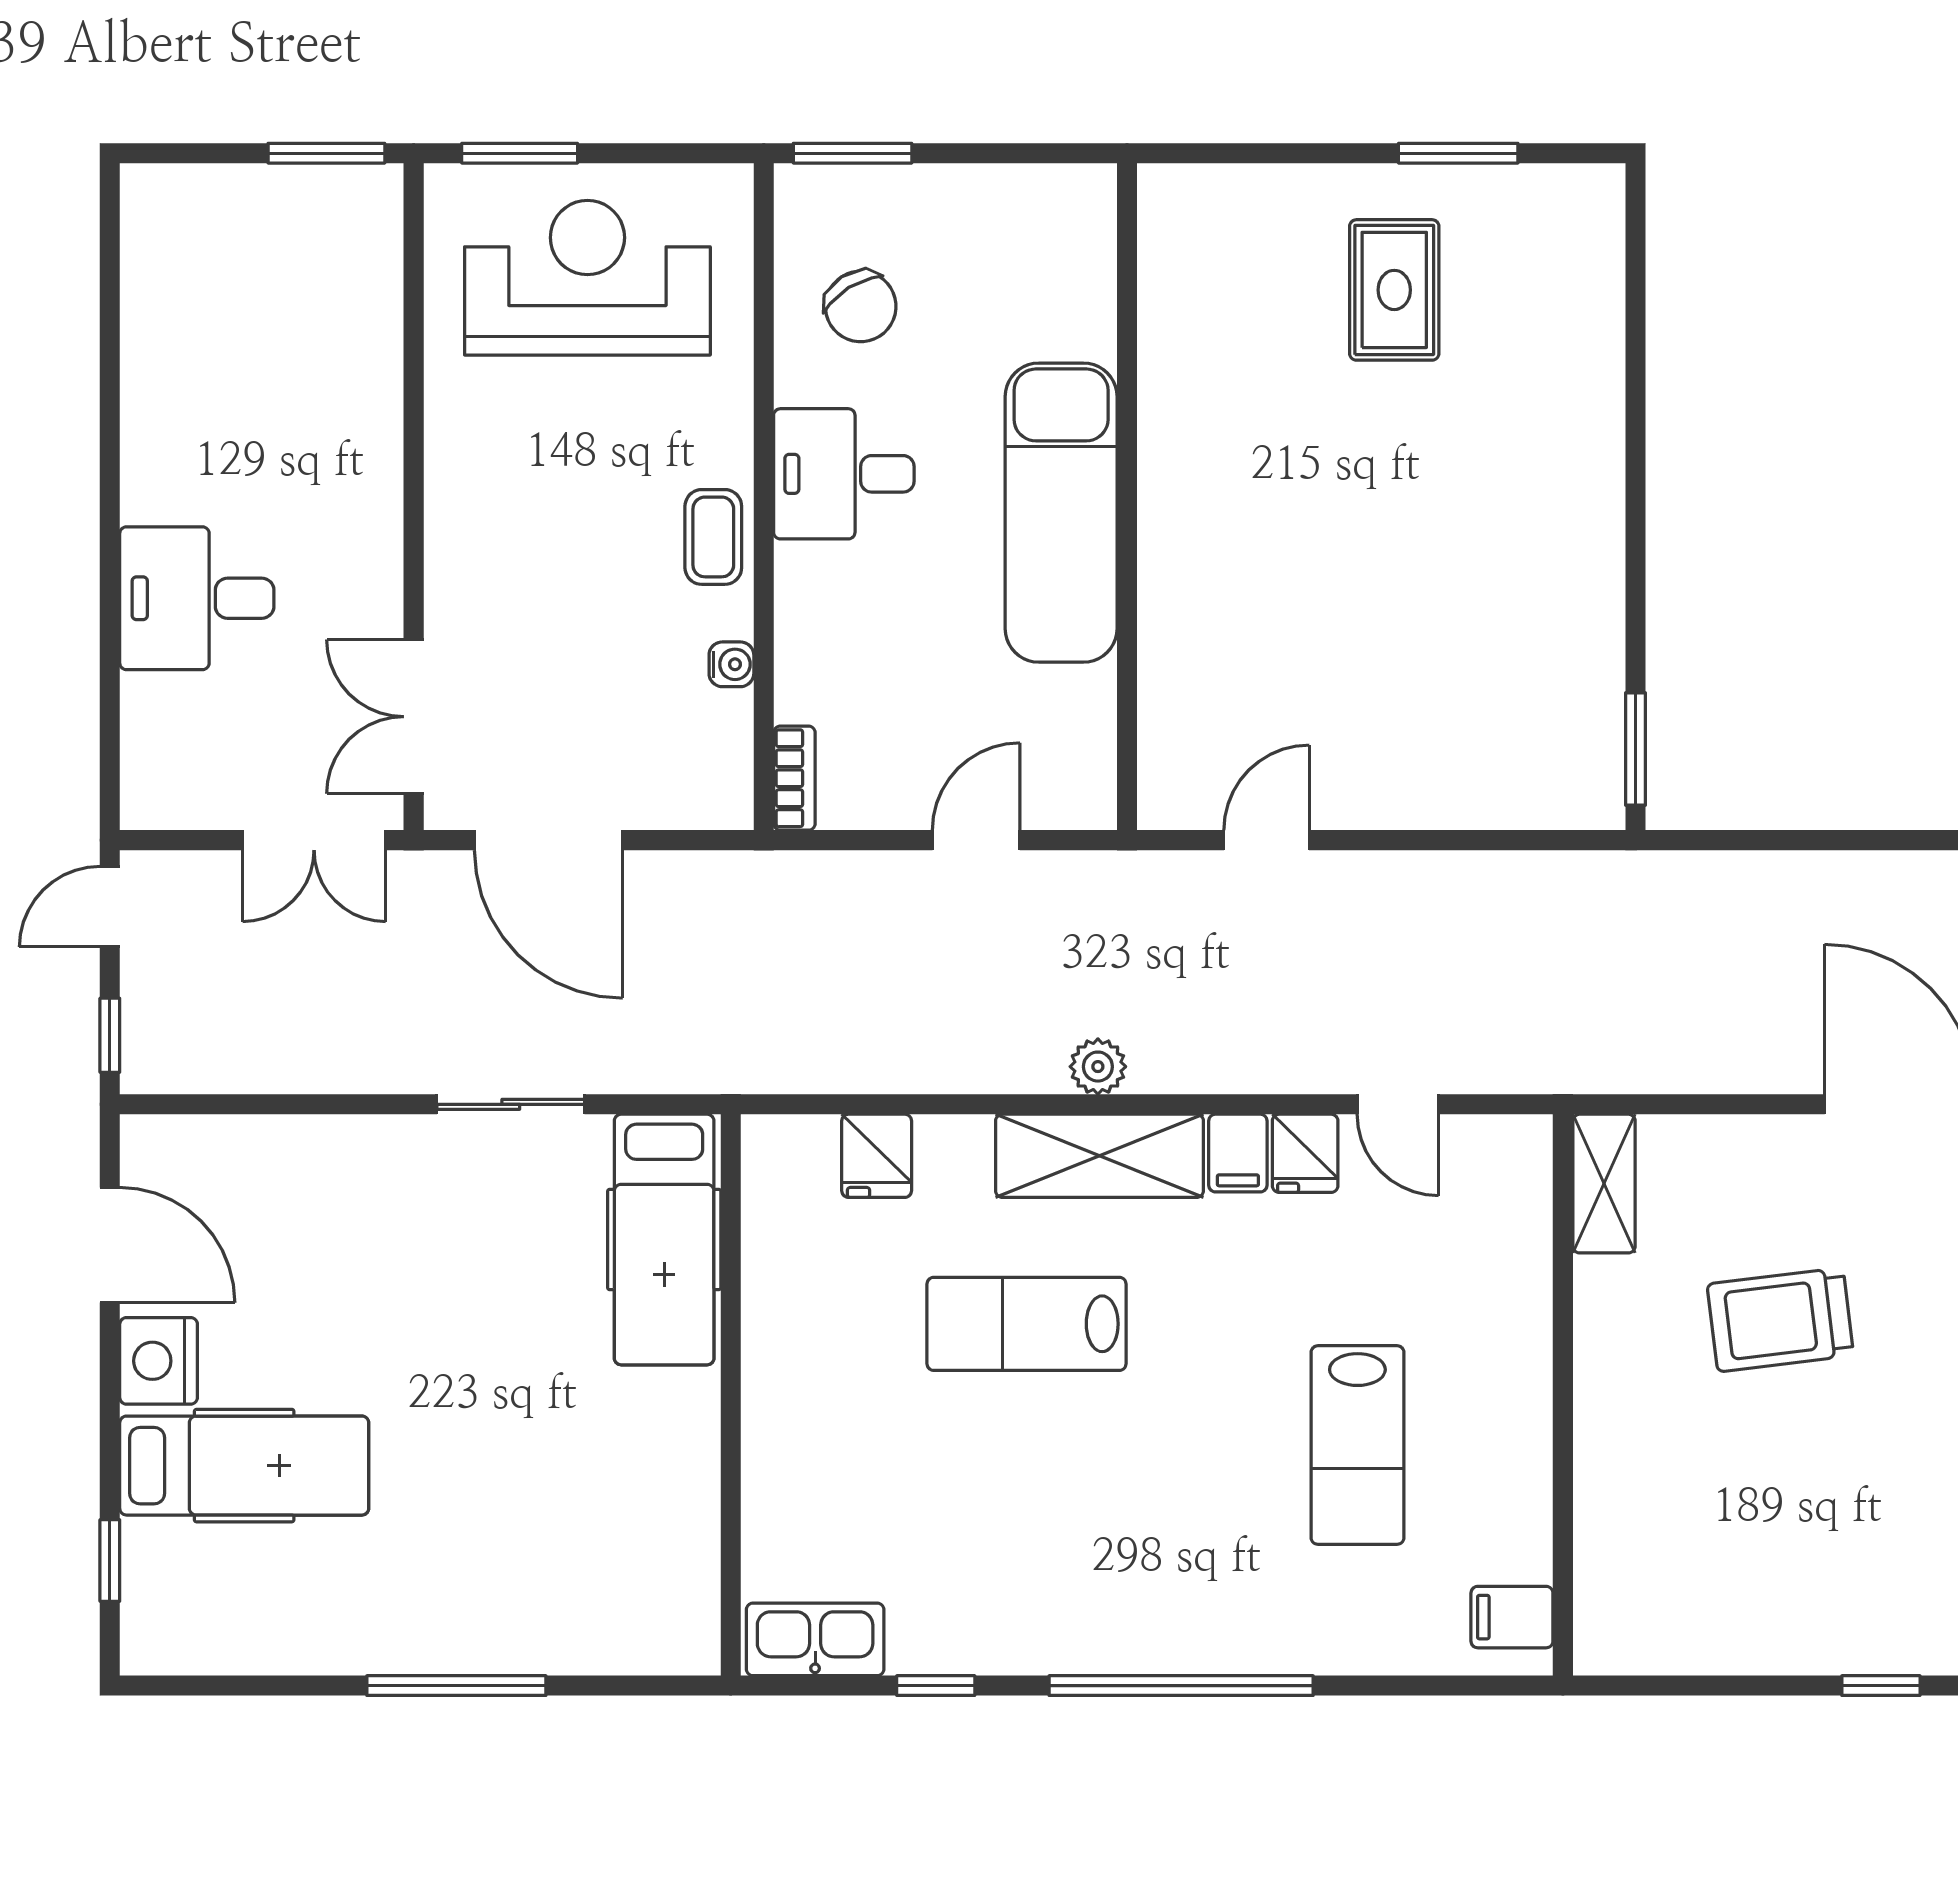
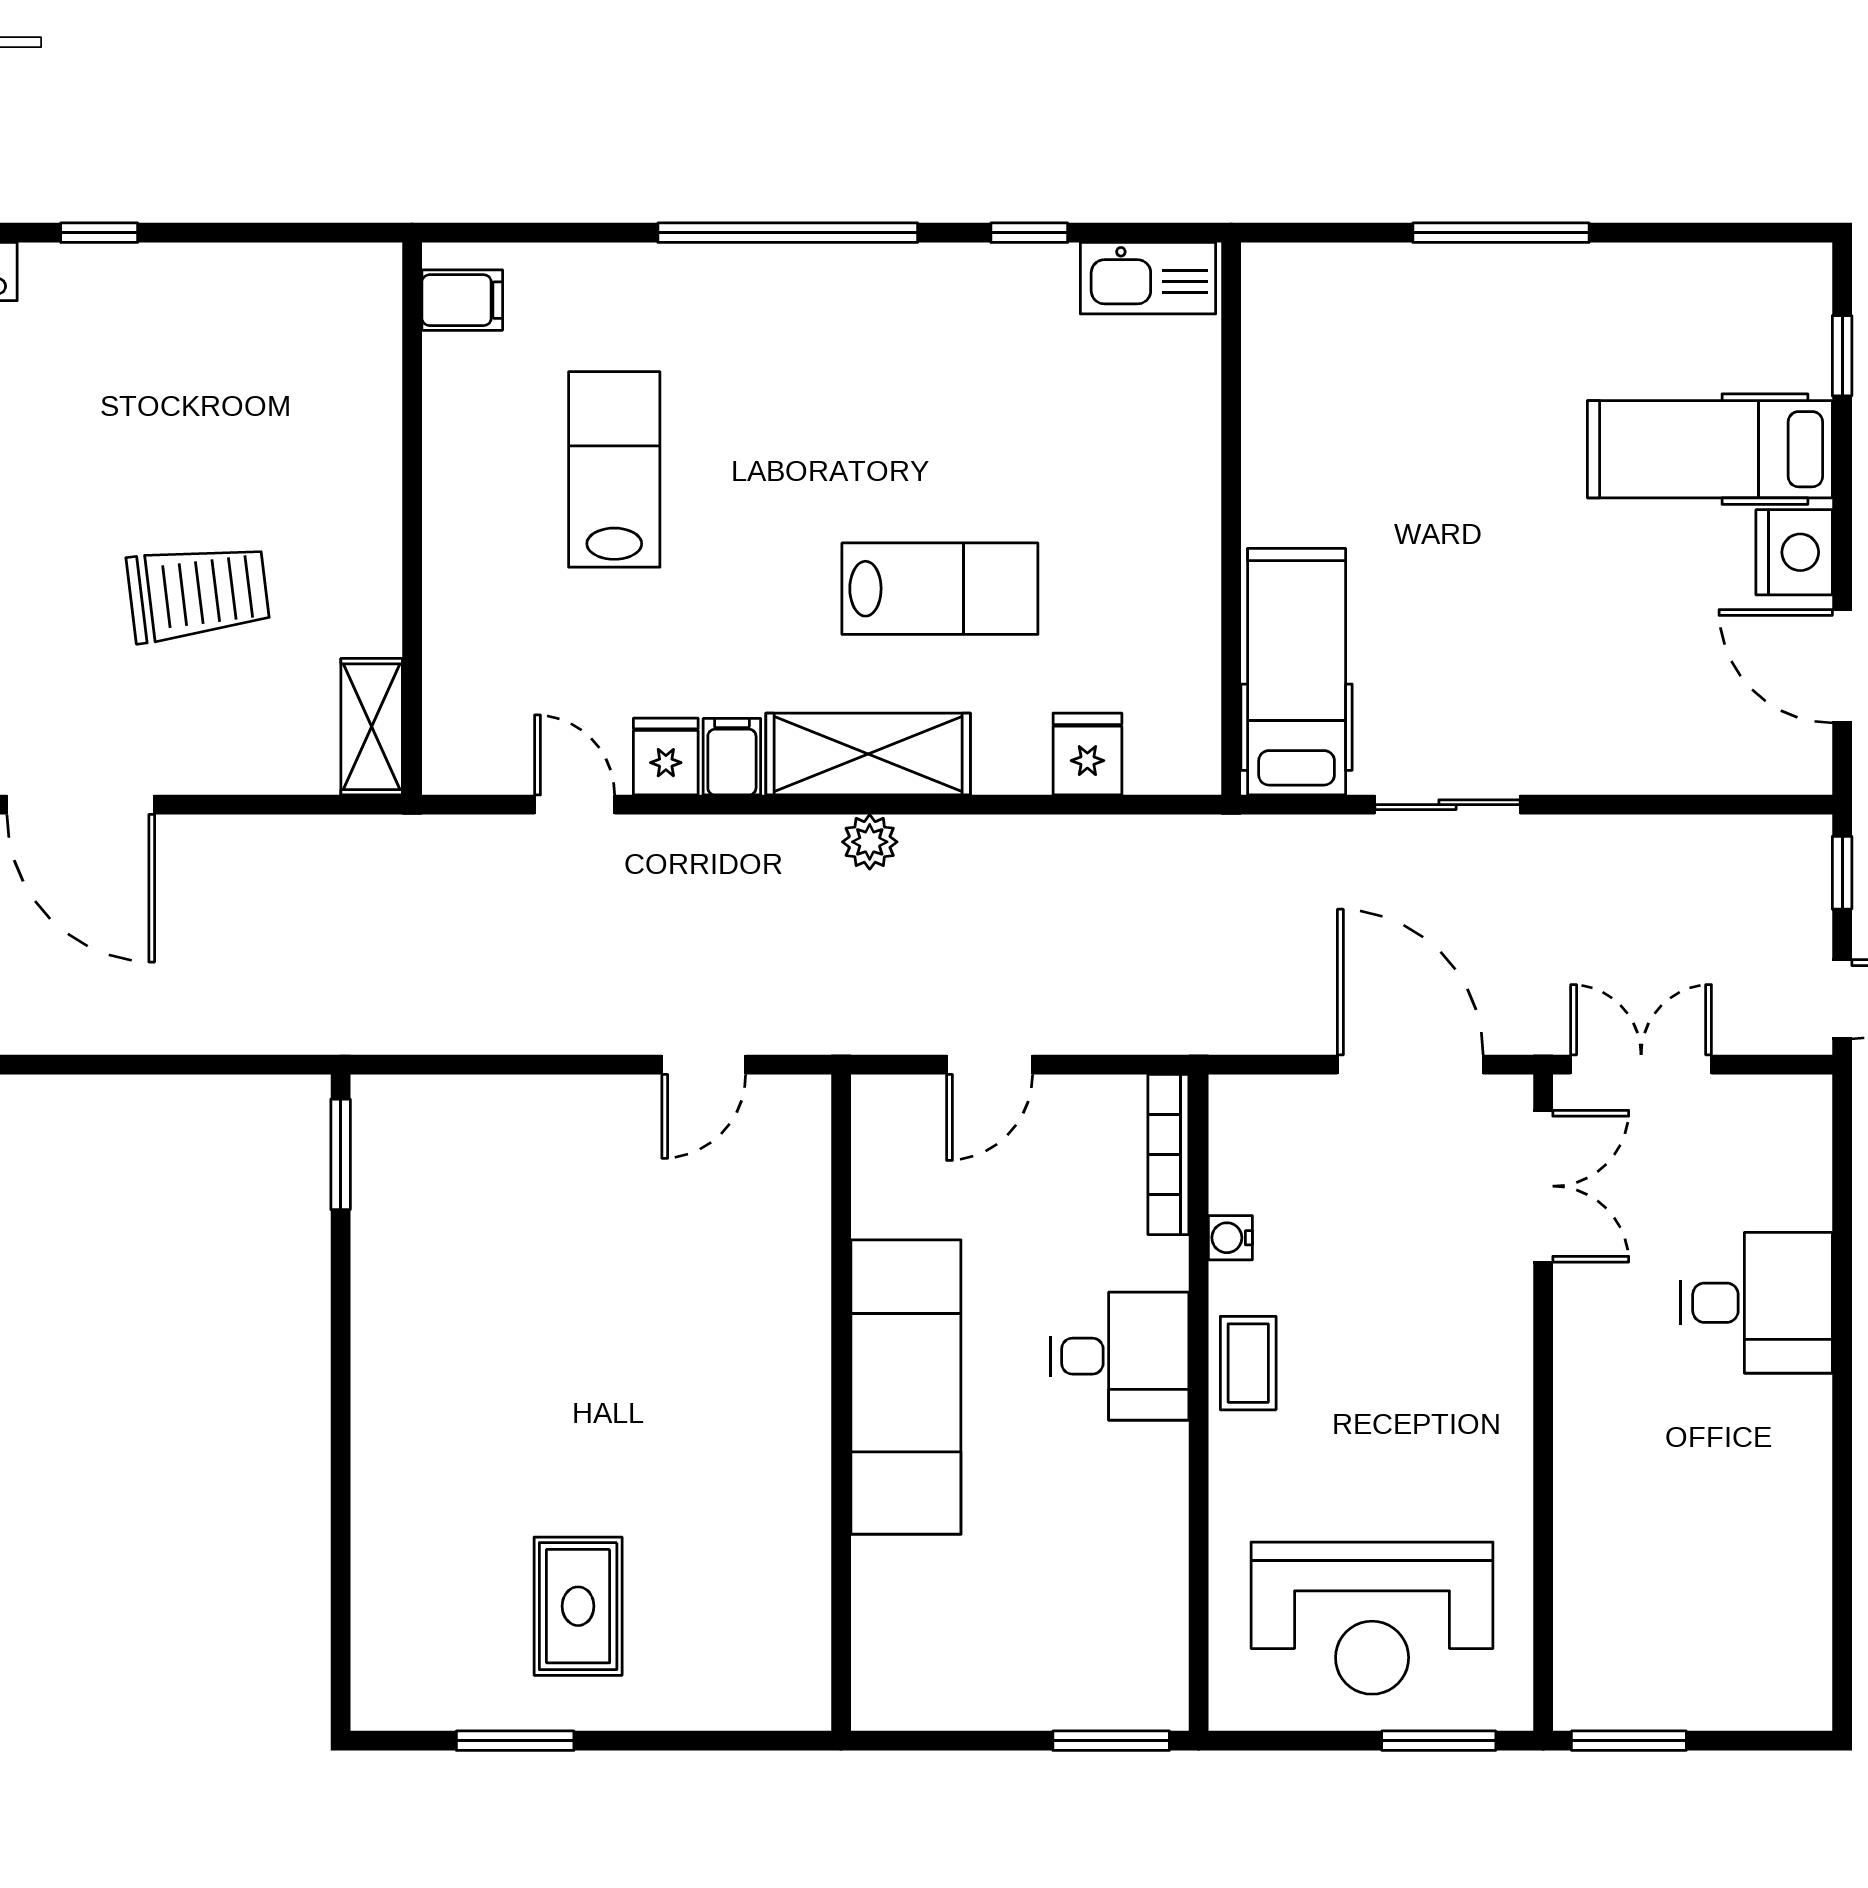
chair: (861, 306) -> (1103, 1590), removed
desk: (844, 474) -> (1120, 1356), moved
bookcase: (794, 778) -> (1168, 1155), width x1.56

